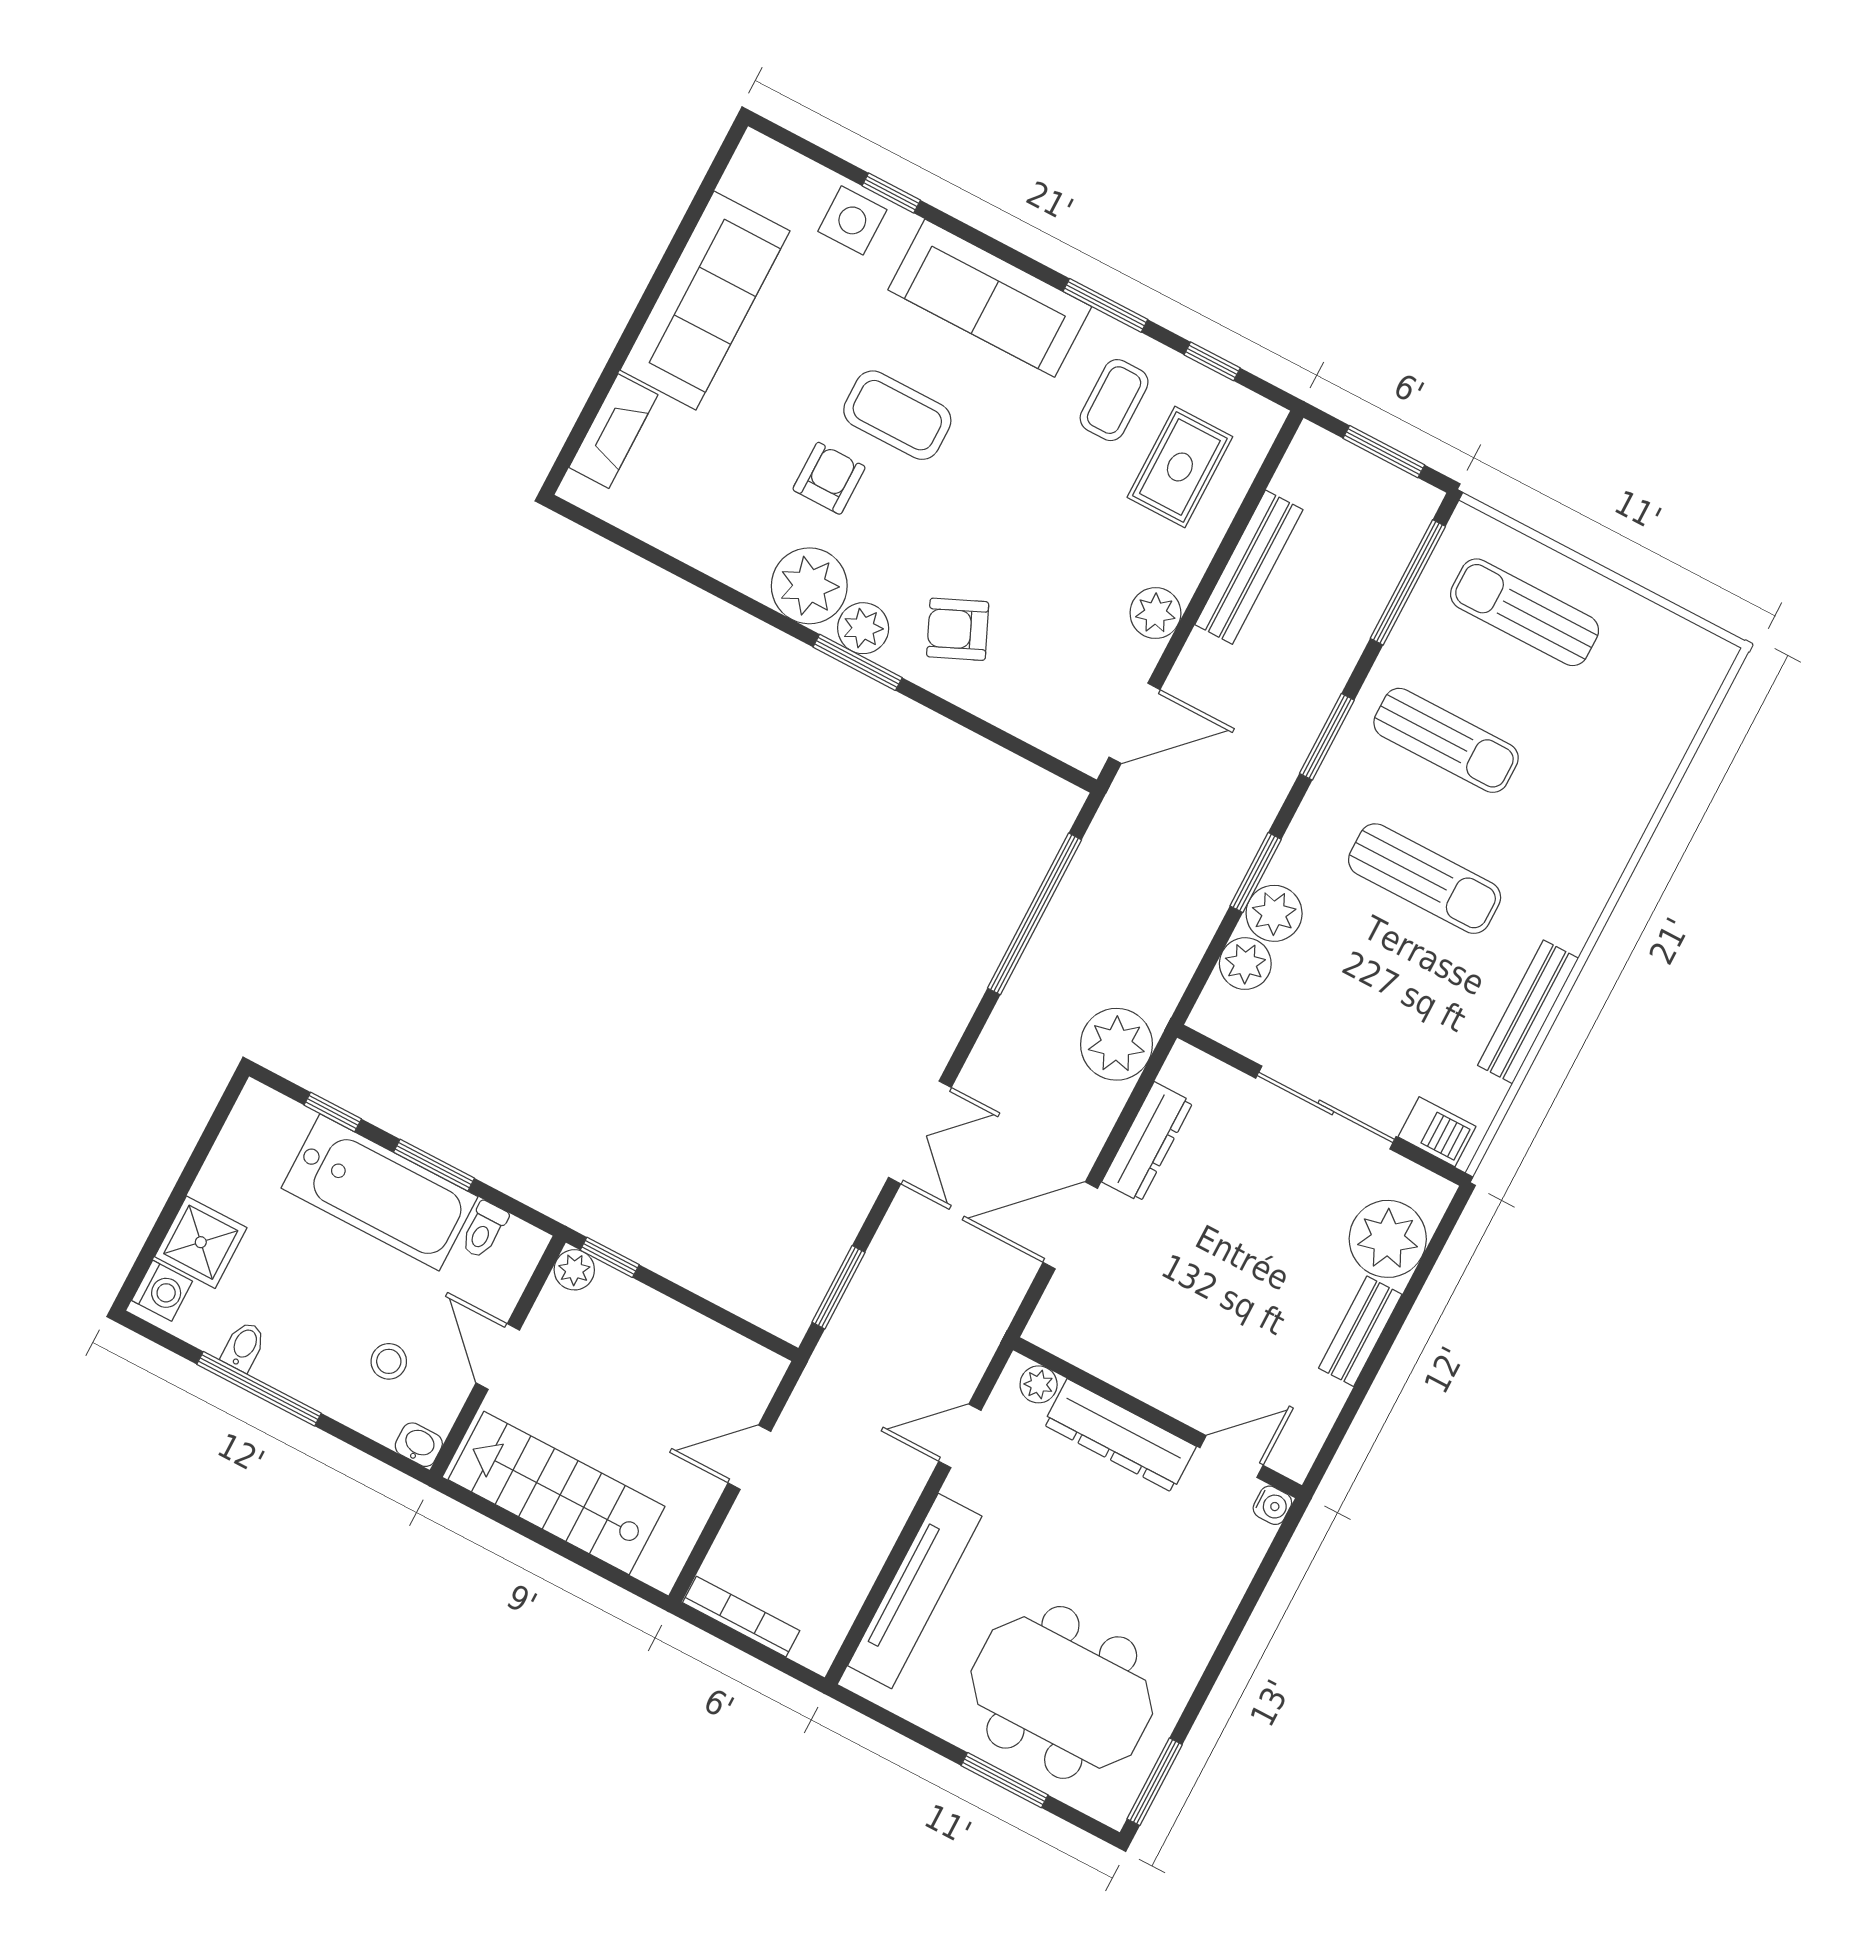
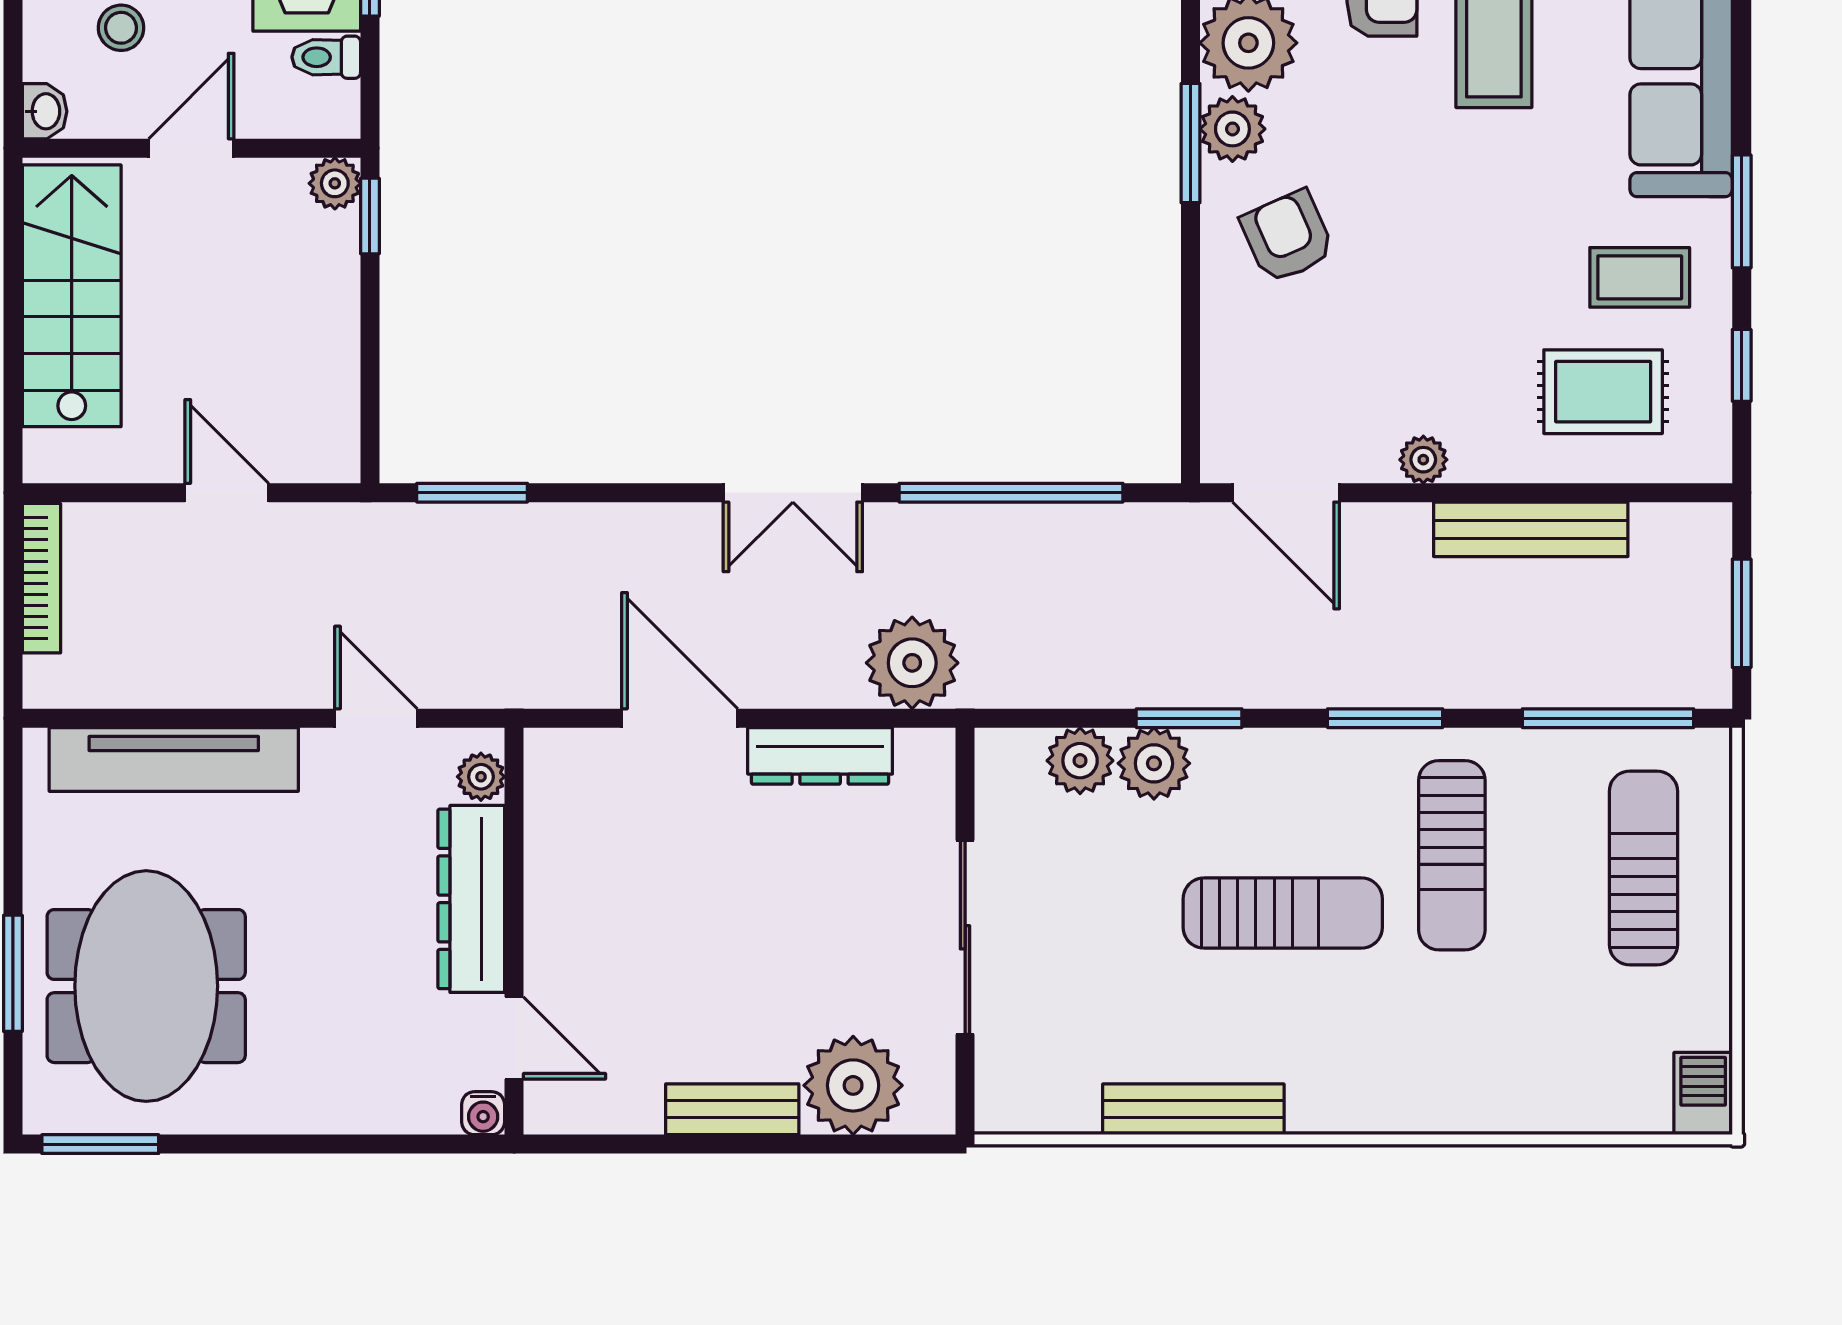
plant: (1155, 613) -> (1423, 460), width x0.73, depth x0.73
sun lounger: (1425, 879) -> (1283, 913), turned -90
double door: (920, 1132) -> (793, 493), moved
barbecue: (1437, 1132) -> (1703, 1094), moved, turned 180

